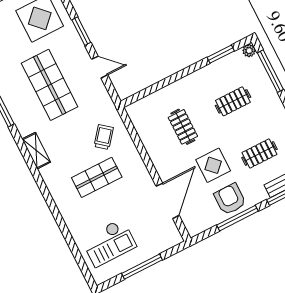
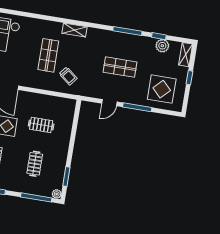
window: (81, 31) -> (137, 107), width x1.44
shop shelf: (50, 85) -> (120, 67), width x0.70, depth x0.74
shelving: (36, 151) -> (75, 30), moved

